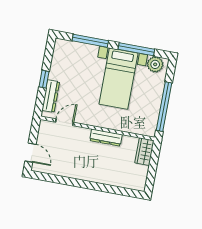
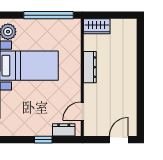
dresser: (51, 96) -> (64, 130), width x0.70
door: (65, 122) -> (82, 111), hinge flipped

